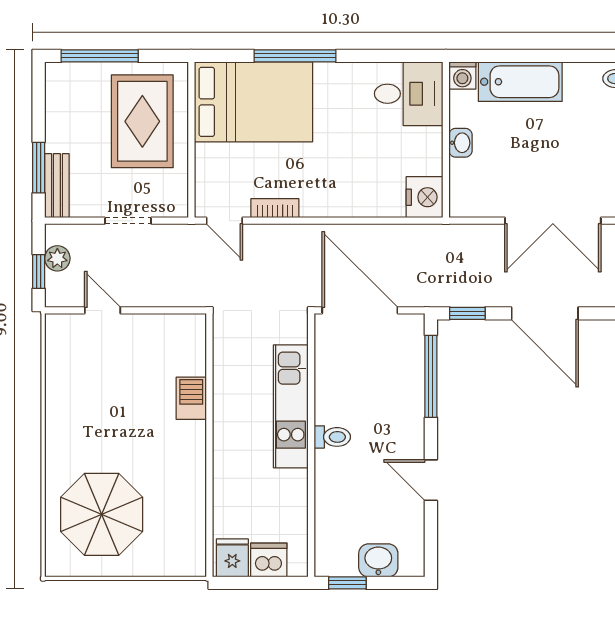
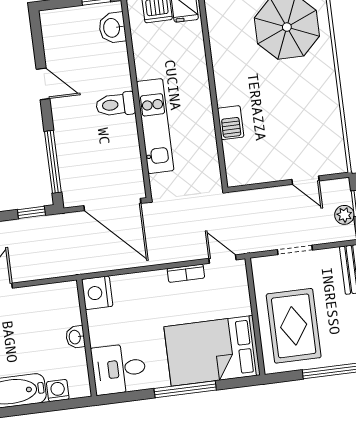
desk: (409, 94) -> (119, 369), moved
wall: (446, 140) -> (87, 338), moved
washbasin: (460, 143) -> (75, 337), moved
nightstand: (425, 197) -> (97, 293), moved
toilet: (332, 437) -> (115, 105), width x1.37, depth x1.39
washbasin: (378, 560) -> (112, 28), moved, turned 90

